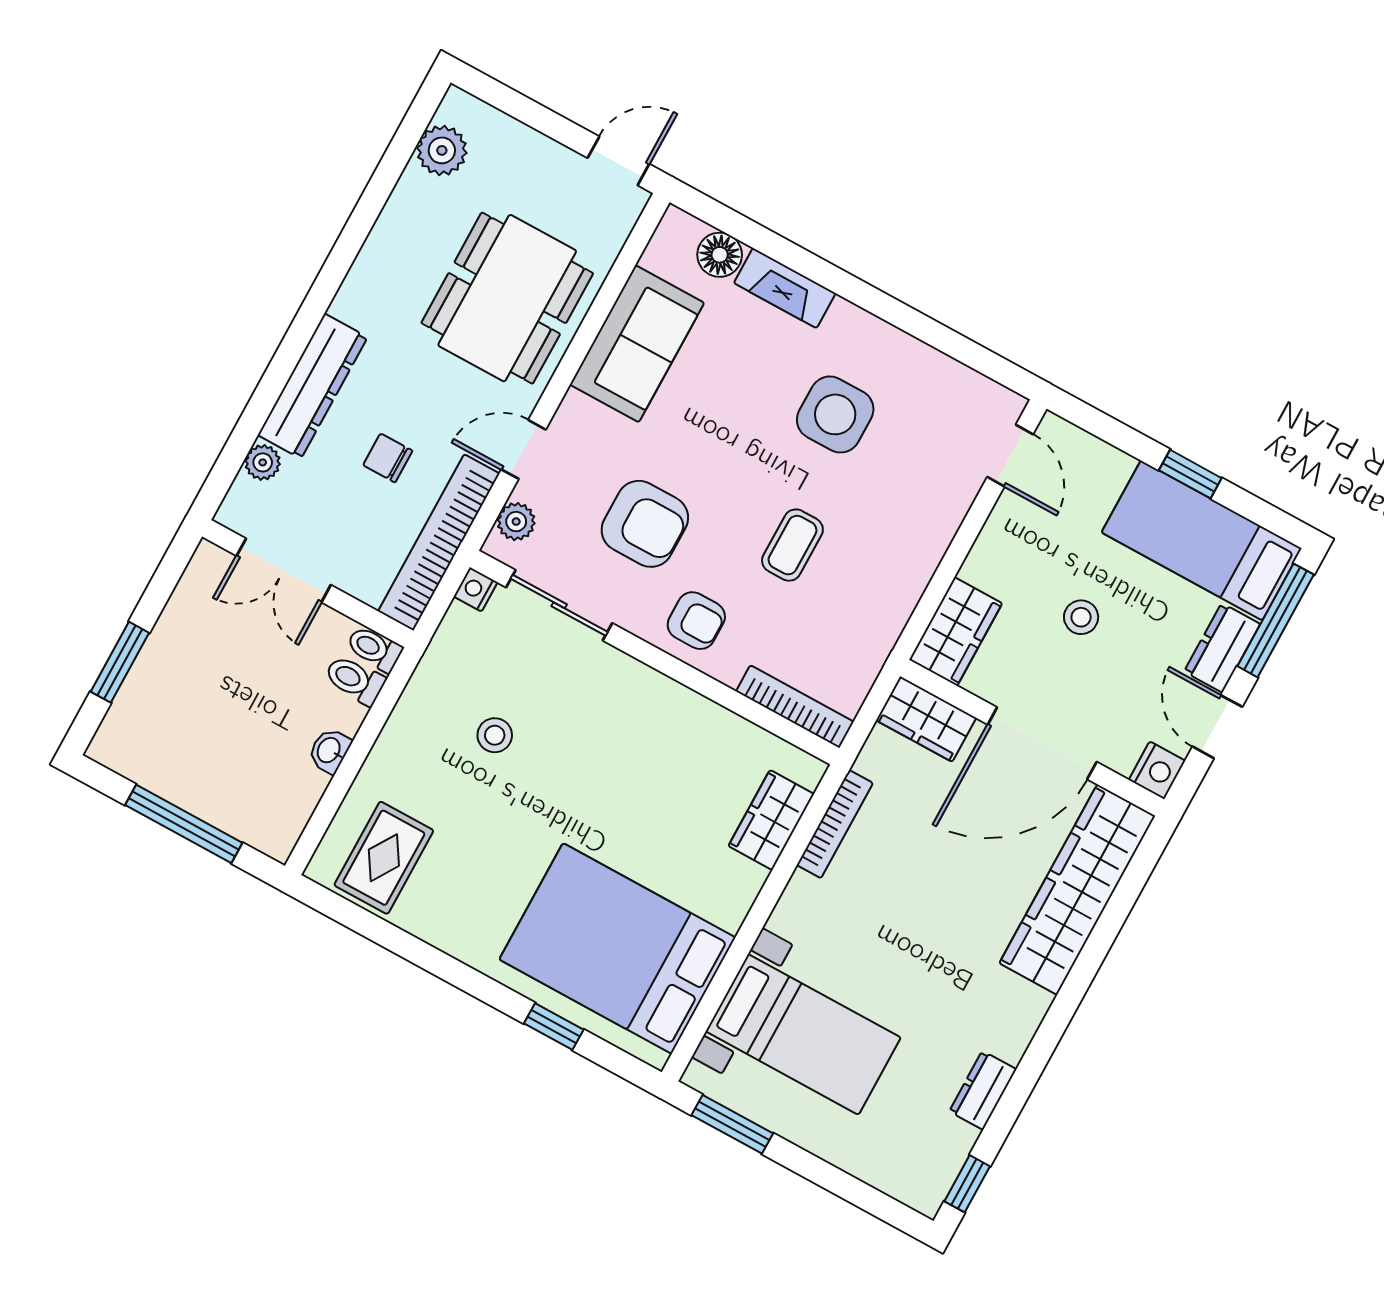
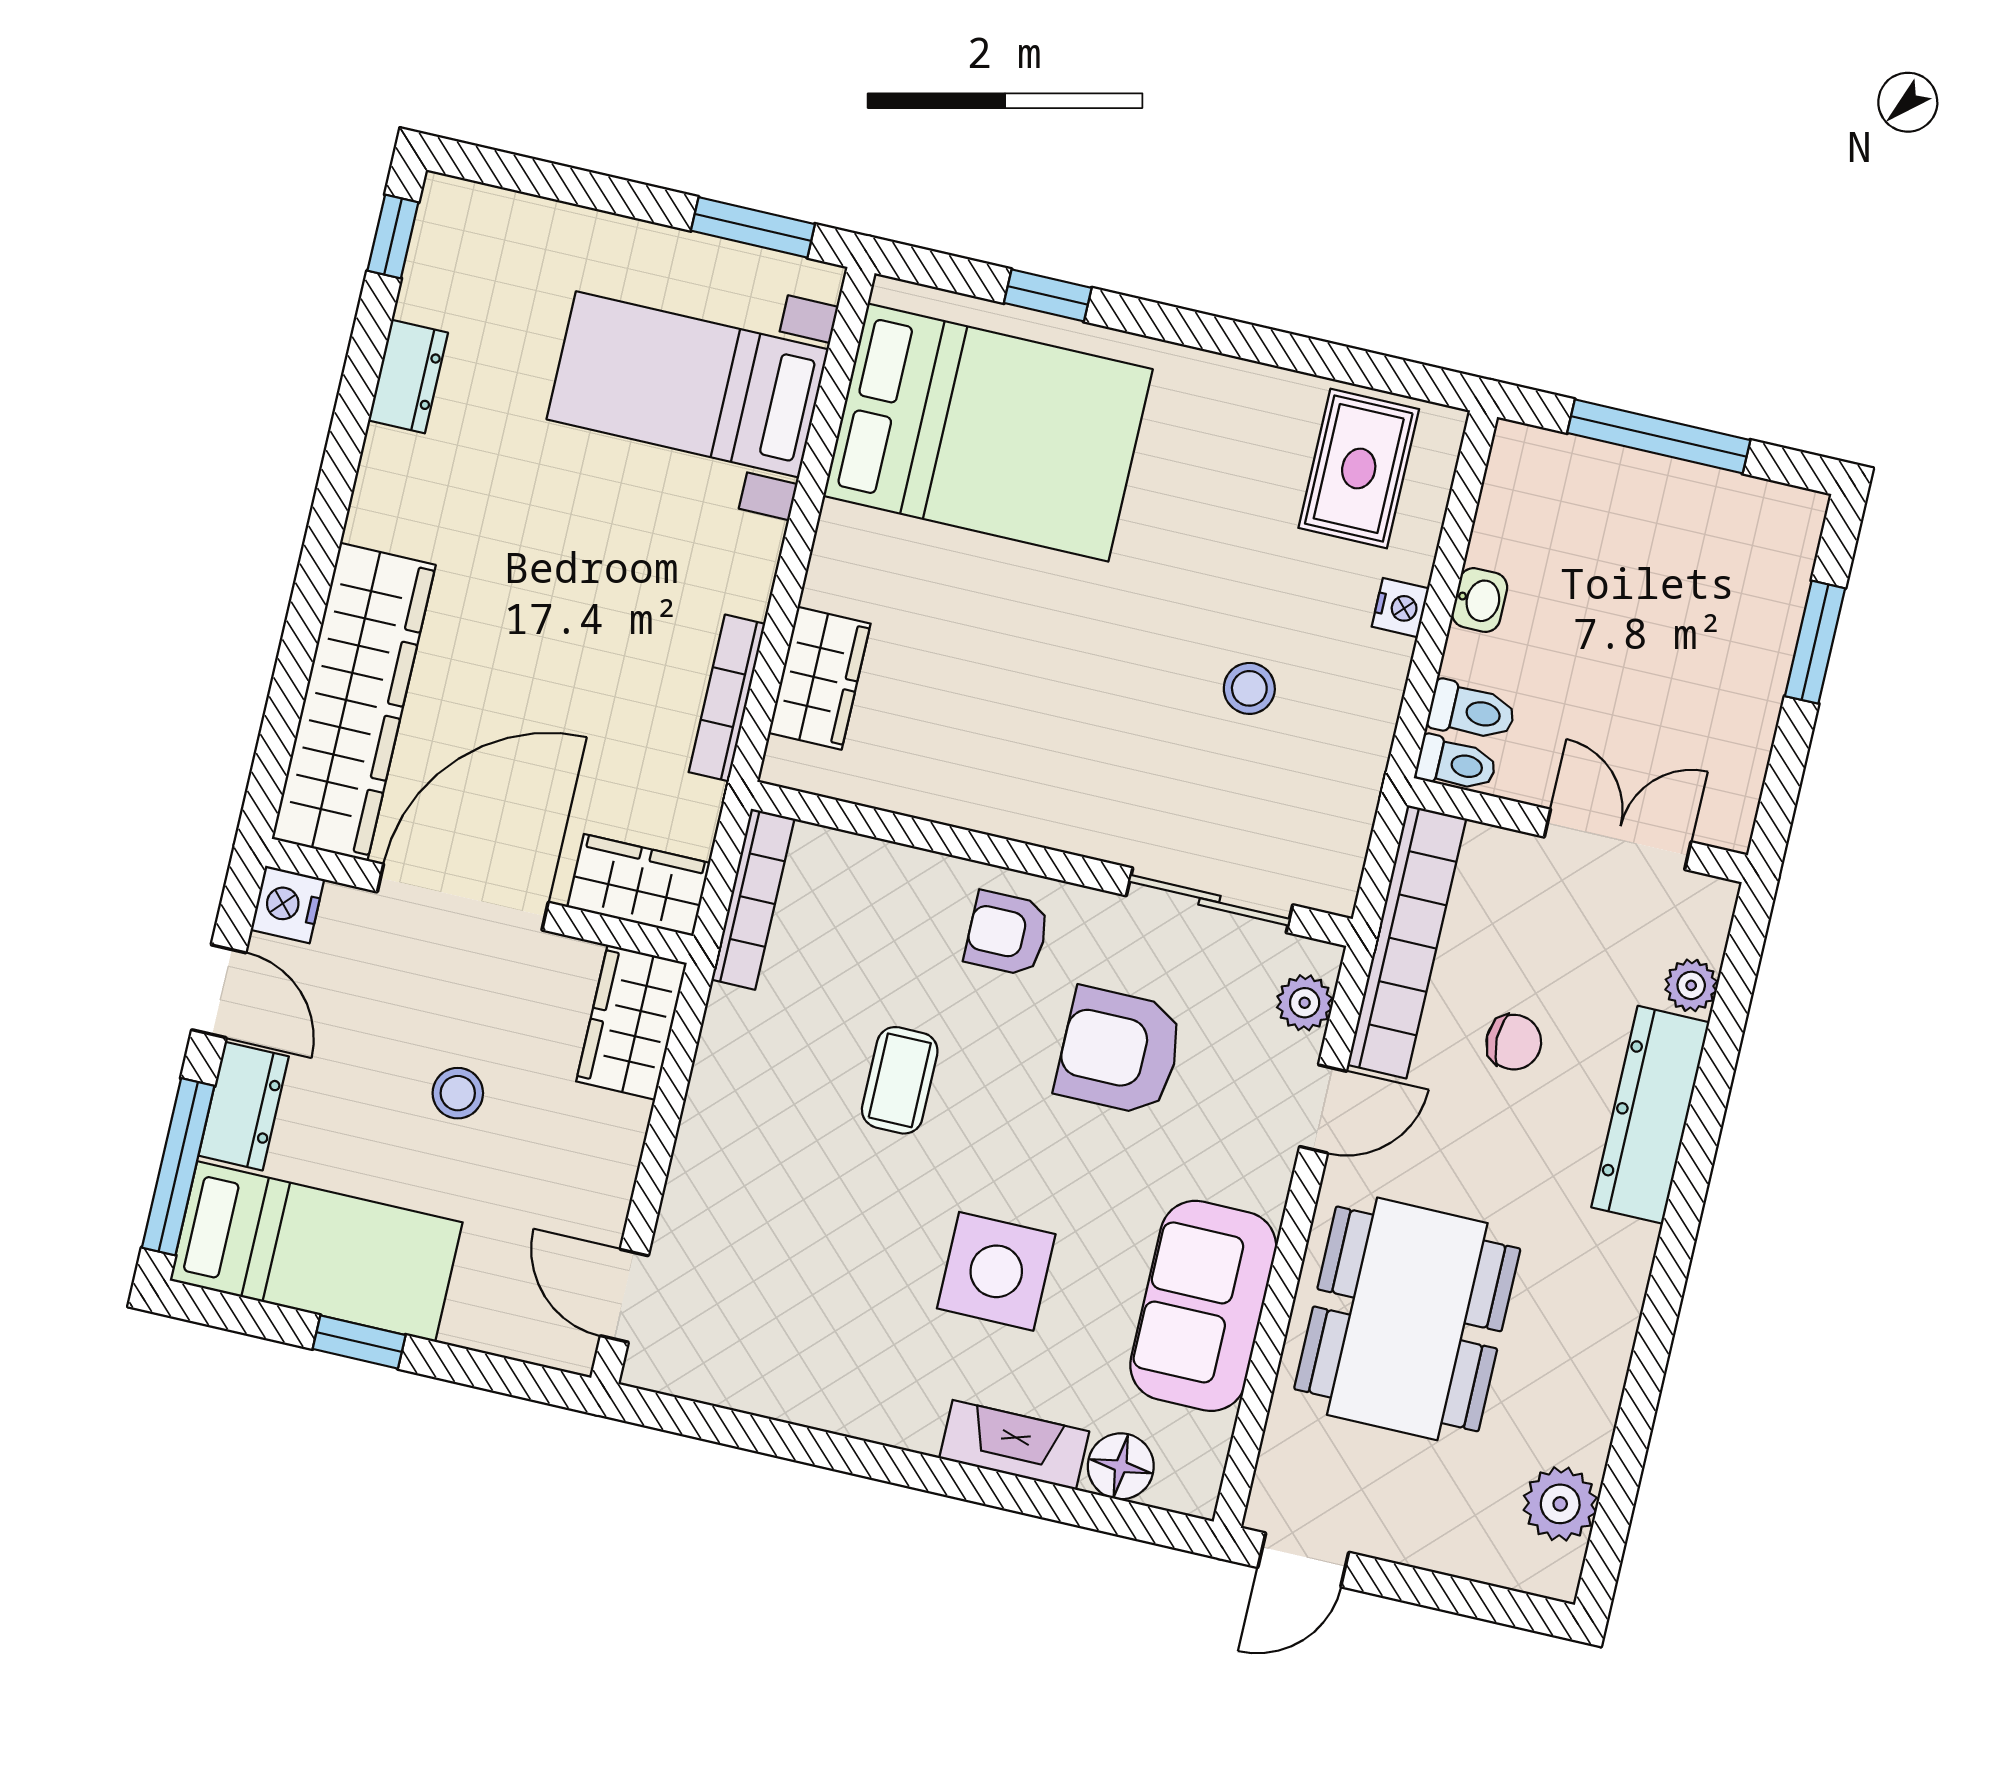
side table: (835, 414) -> (996, 1271), moved
nightstand: (476, 589) -> (1400, 608), moved
bookcase: (795, 707) -> (753, 899), moved, turned -90

